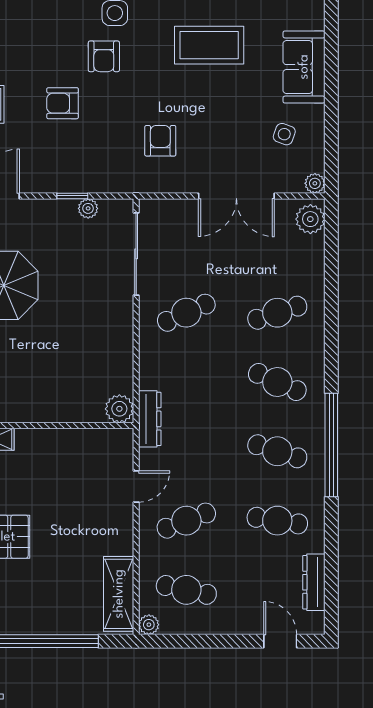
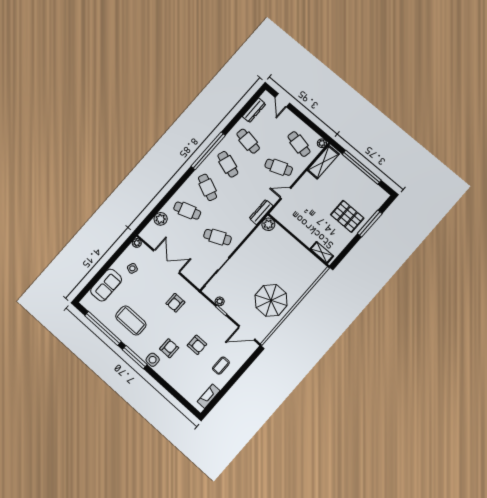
plant: (310, 219) -> (161, 219), moved

